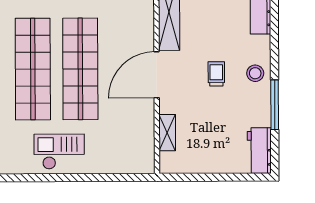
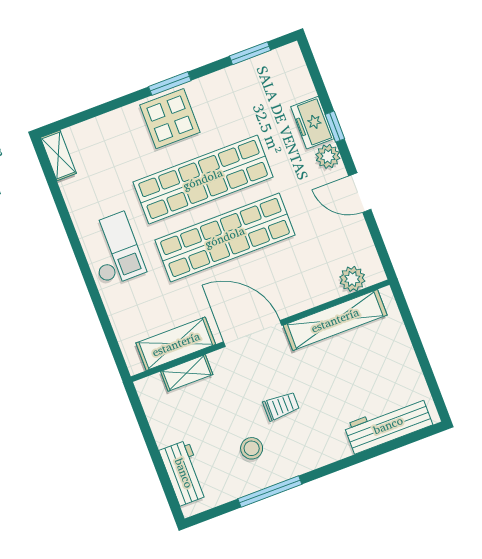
stool: (255, 73) -> (252, 448), moved
shelving: (143, 133) -> (176, 344), added
workbench: (259, 150) -> (184, 473), moved, turned 90

